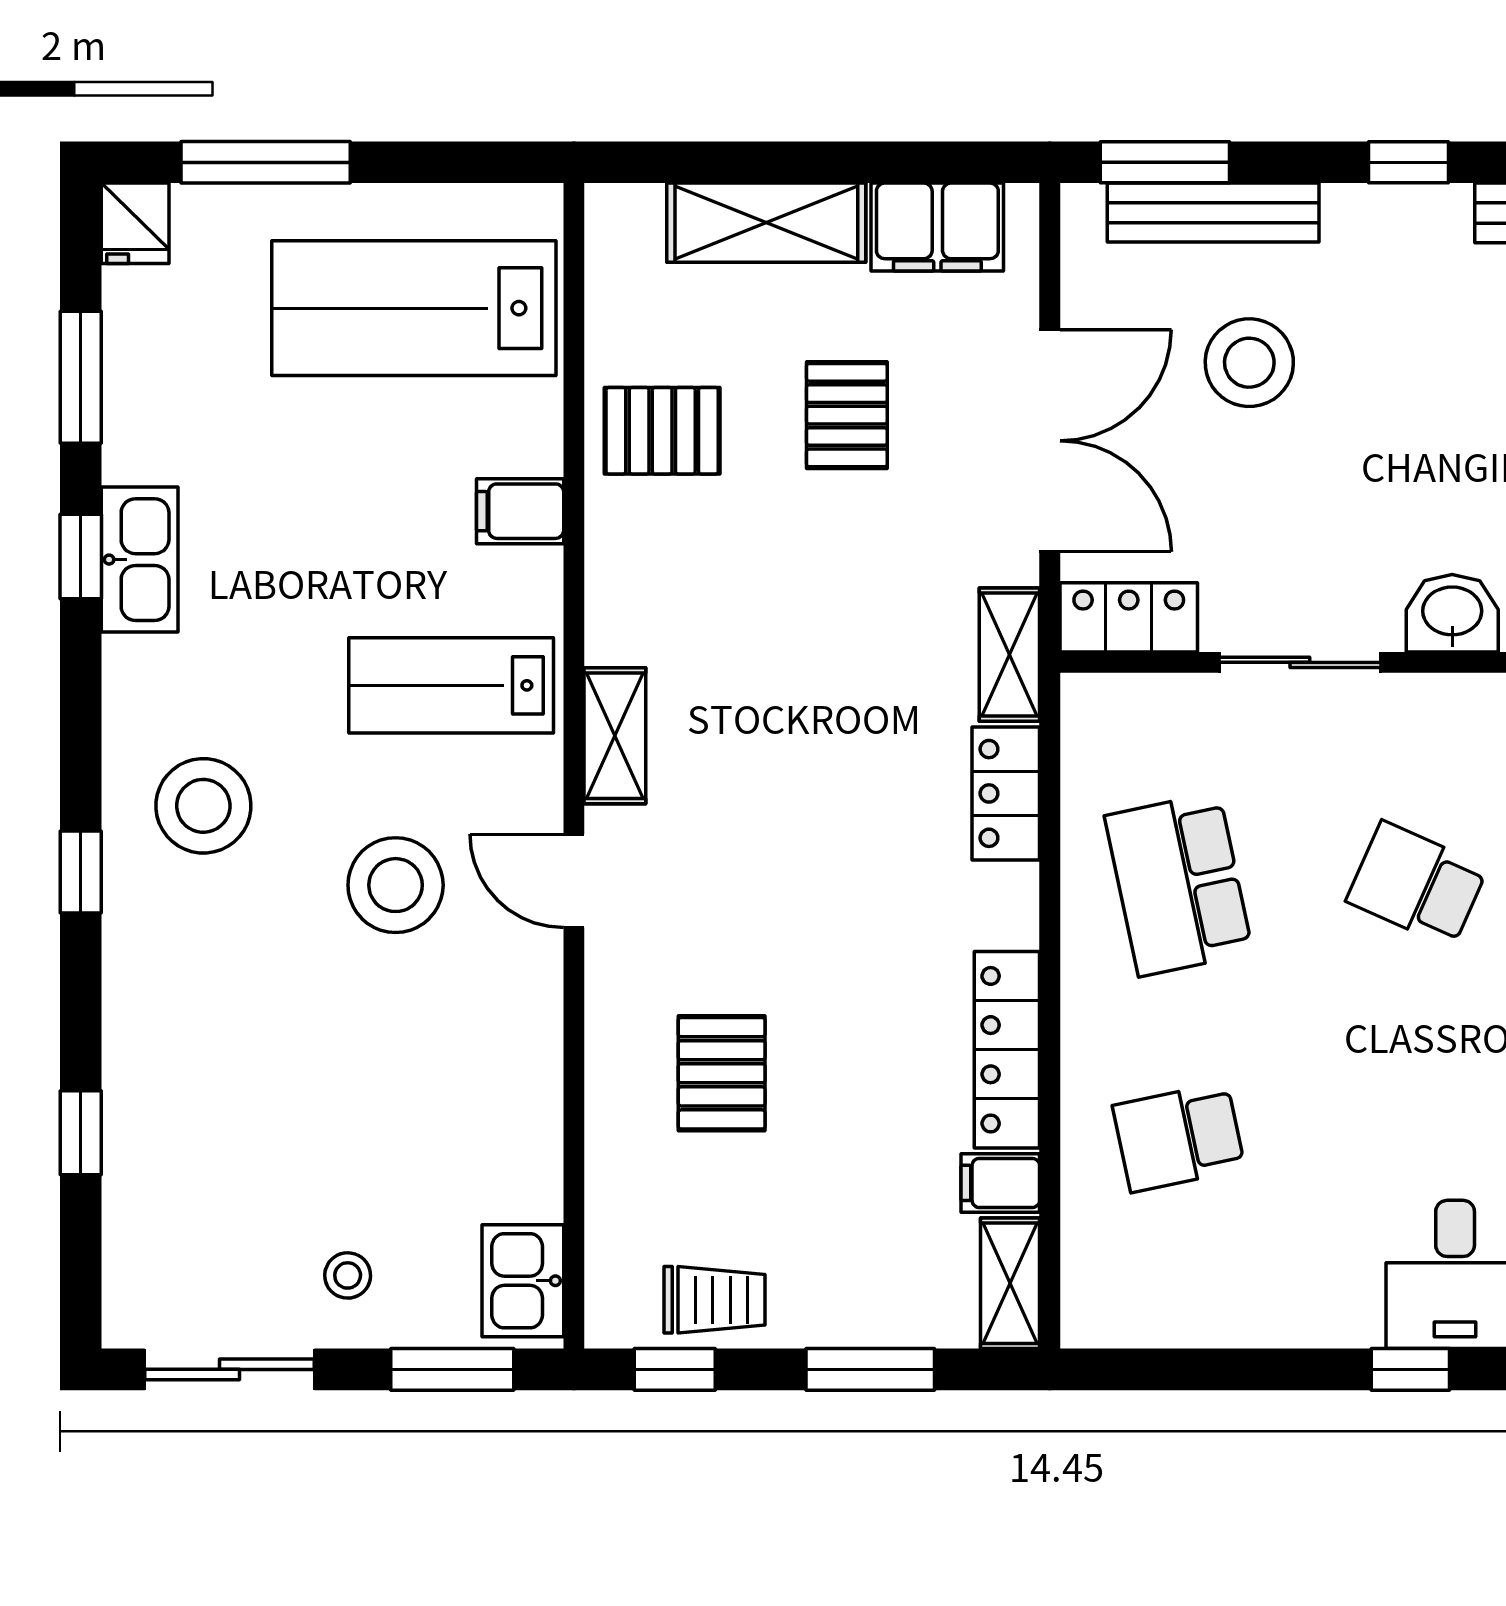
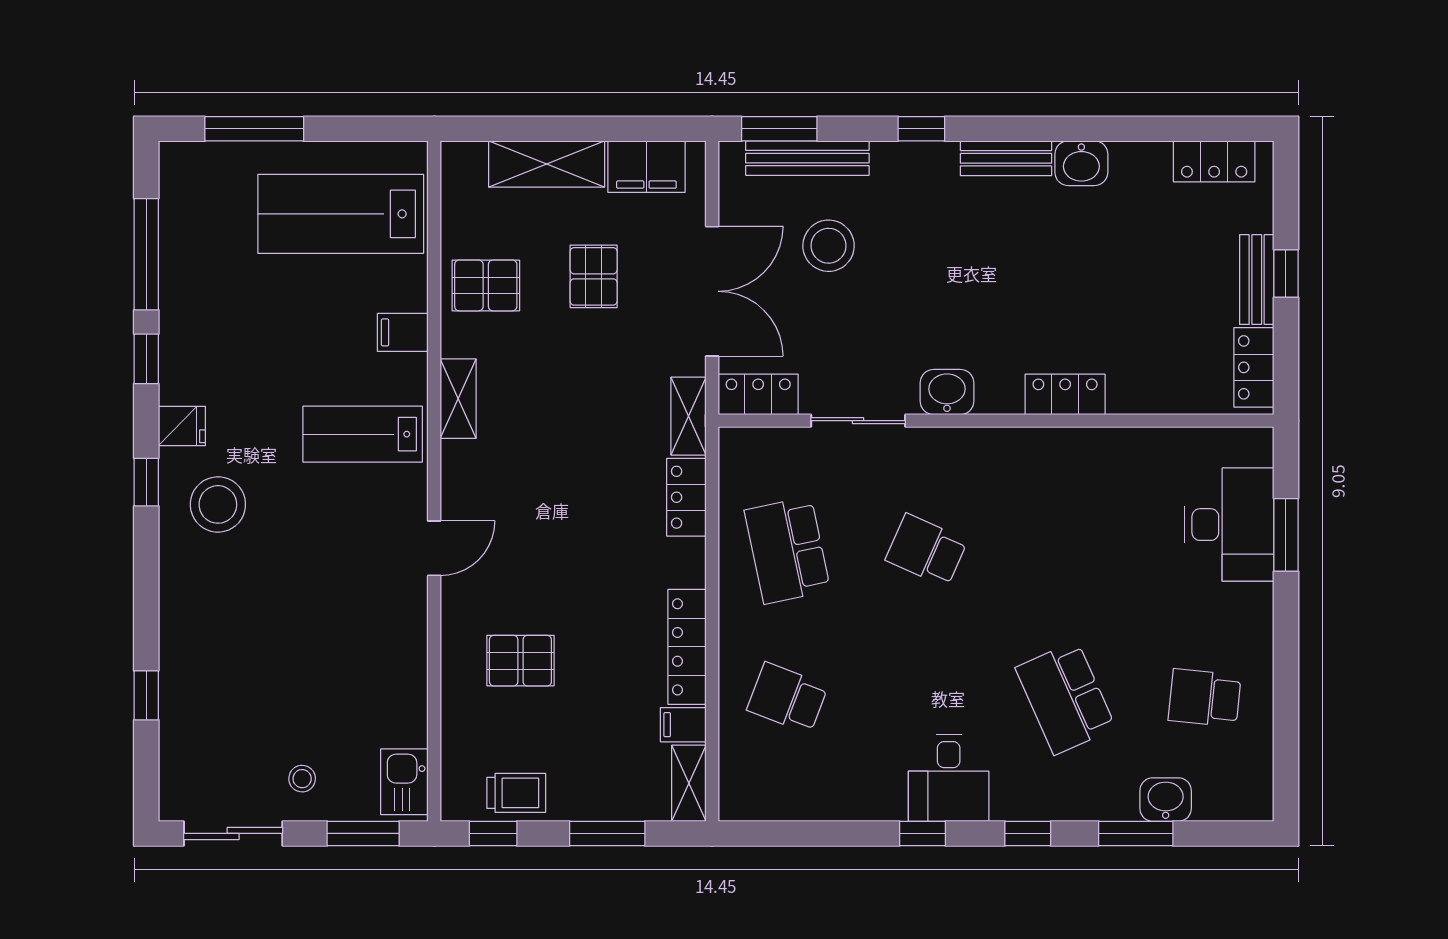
fridge: (135, 223) -> (182, 426), moved, turned -90
window: (81, 377) -> (146, 254), width x1.44
kitchen sink: (140, 560) -> (181, 361), removed
shelving: (615, 736) -> (458, 399), moved
window: (81, 872) -> (146, 482), moved
door: (574, 881) -> (434, 548), swing flipped
stool: (396, 885) -> (330, 551), removed
pallet: (722, 1073) -> (520, 661), turned 90
school desk: (1179, 1137) -> (787, 698), turned 33

